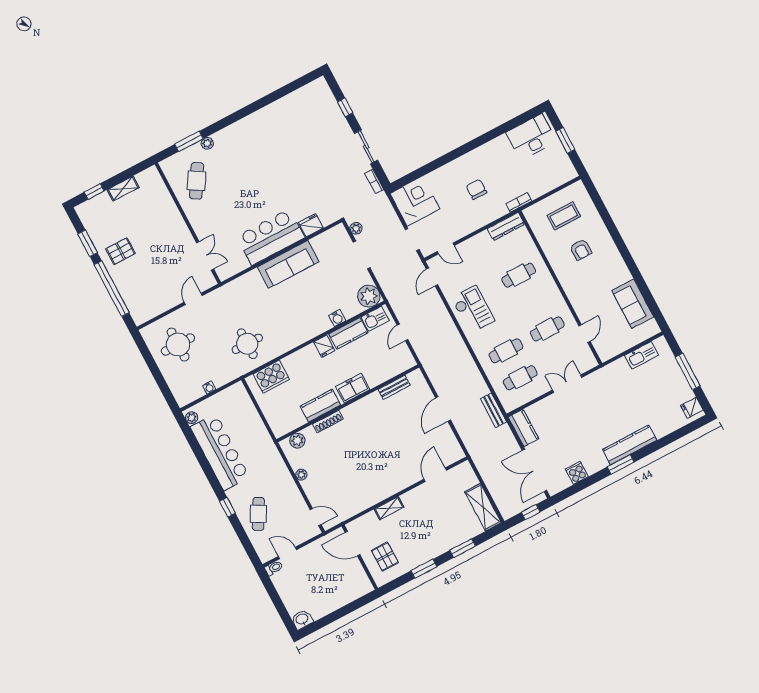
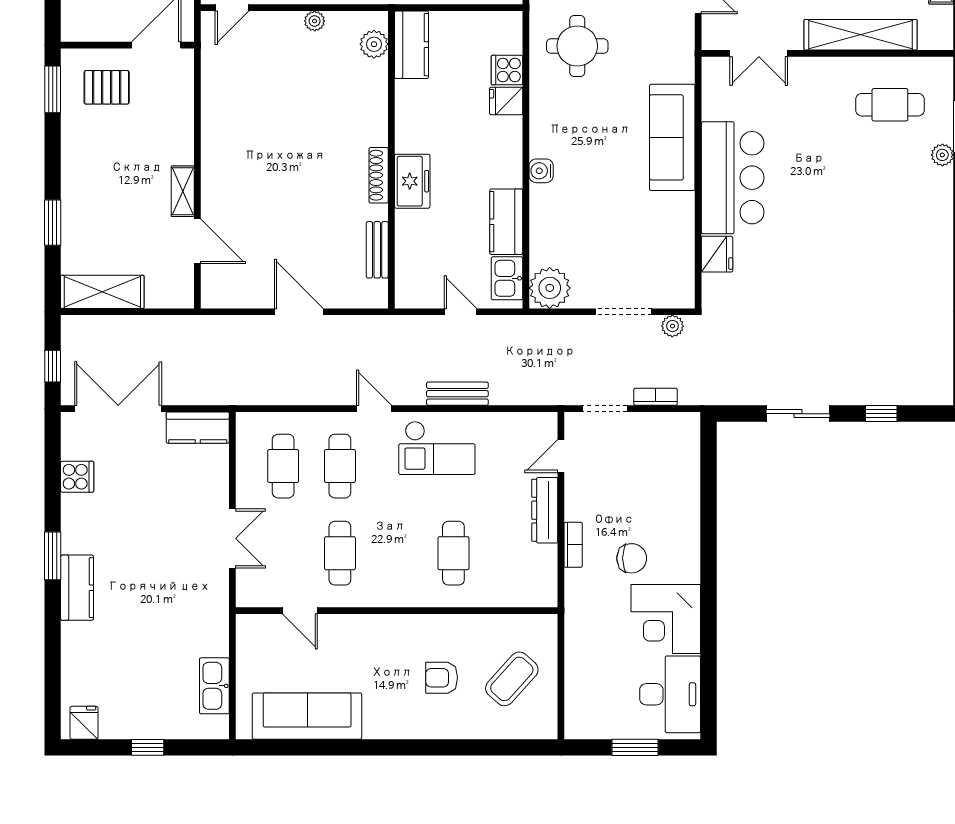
cafe table: (197, 181) -> (890, 105), turned -31
bookcase: (374, 181) -> (656, 397), moved
corner desk: (415, 201) -> (666, 619), moved, turned 90
bookcase: (519, 202) -> (573, 545), moved
shelving: (171, 212) -> (861, 35), added
coffee table: (564, 216) -> (512, 679), turned 42
dresser: (506, 226) -> (545, 510), moved
sofa: (288, 264) -> (672, 137), moved
door: (432, 277) -> (374, 409), moved
sofa: (633, 304) -> (307, 716), width x1.36
water cooler: (337, 318) -> (541, 171), moved
fridge: (324, 346) -> (506, 101), moved
window: (688, 371) -> (148, 747), width x0.46
cooker: (271, 377) -> (507, 70), width x0.53, depth x0.76
kitchen counter: (320, 406) -> (411, 45), moved
bench: (494, 410) -> (457, 394), moved
shoe rack: (328, 422) -> (379, 175), moved
kitchen counter: (630, 445) -> (77, 588), width x0.67
shelving: (389, 508) -> (183, 191), moved
window: (424, 569) -> (53, 89), moved

